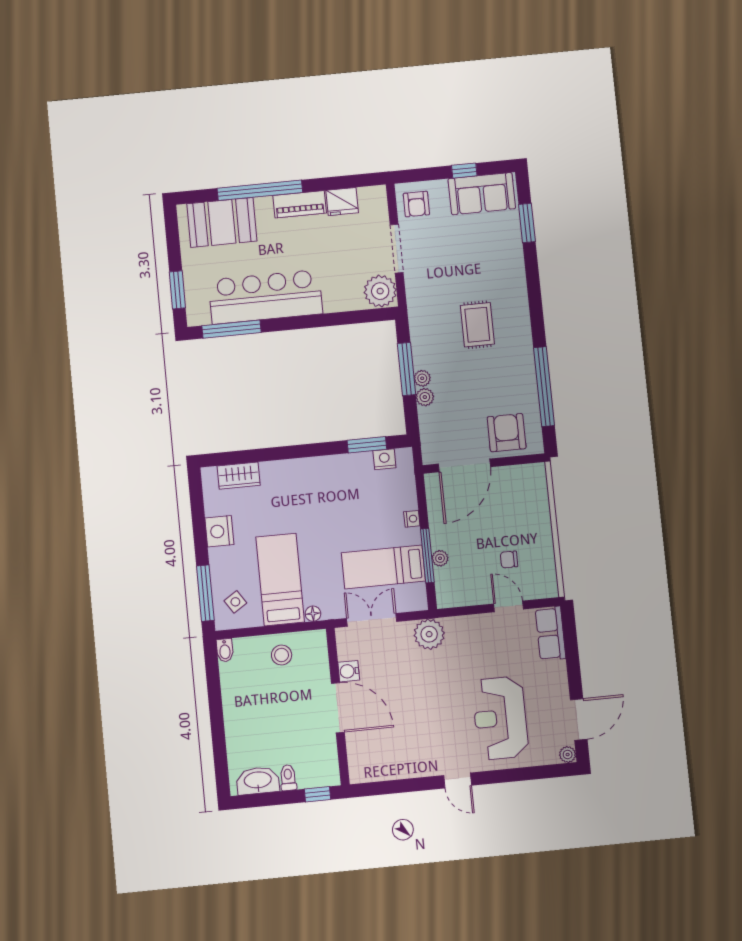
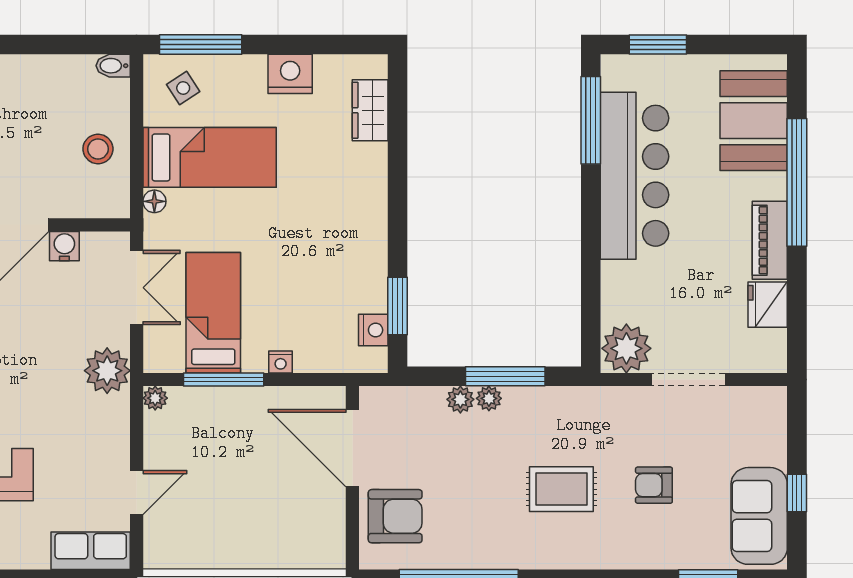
armchair: (416, 204) -> (654, 485), moved
plant: (440, 558) -> (155, 398), moved
chair: (509, 559) -> (206, 500), removed

